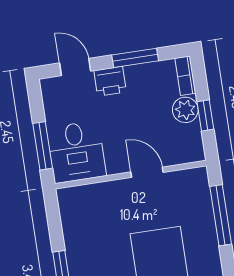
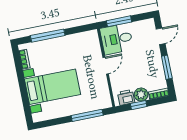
printer: (110, 81) -> (126, 97), moved, turned 90
door: (147, 172) -> (106, 66), moved

